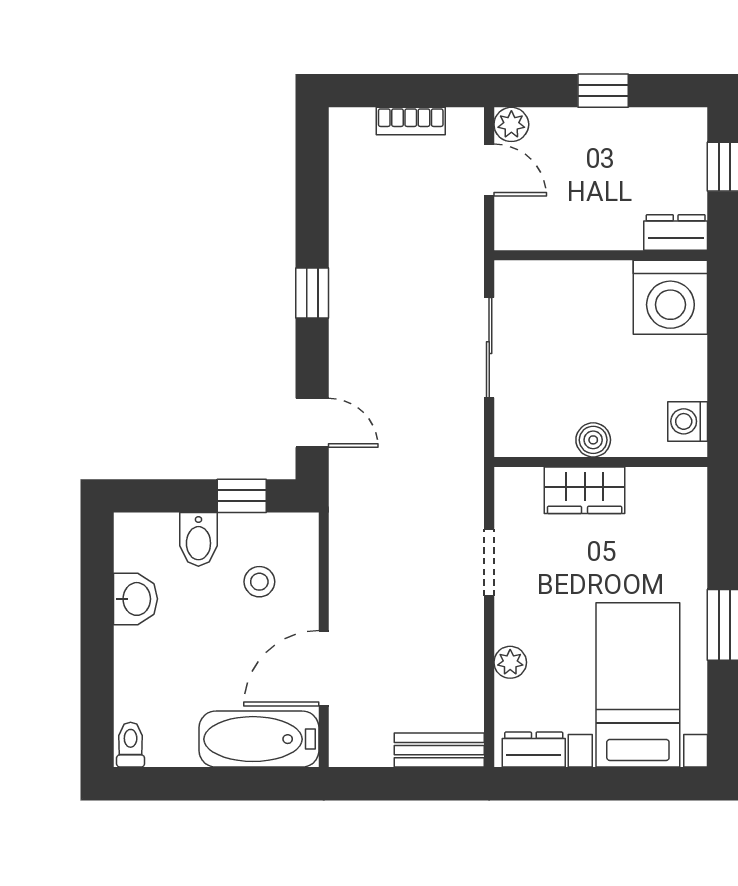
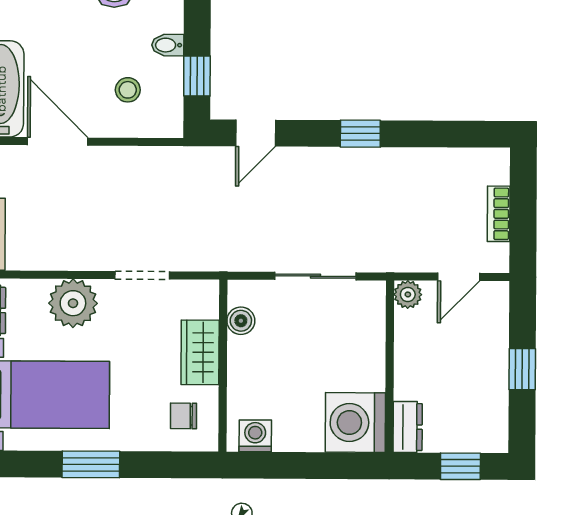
plant: (511, 124) -> (408, 294), moved
boiler: (593, 440) -> (241, 321), moved
chair: (663, 510) -> (183, 416), added
bidet: (198, 539) -> (168, 45), width x0.72, depth x0.74
plant: (510, 662) -> (73, 303), width x1.88, depth x1.88

